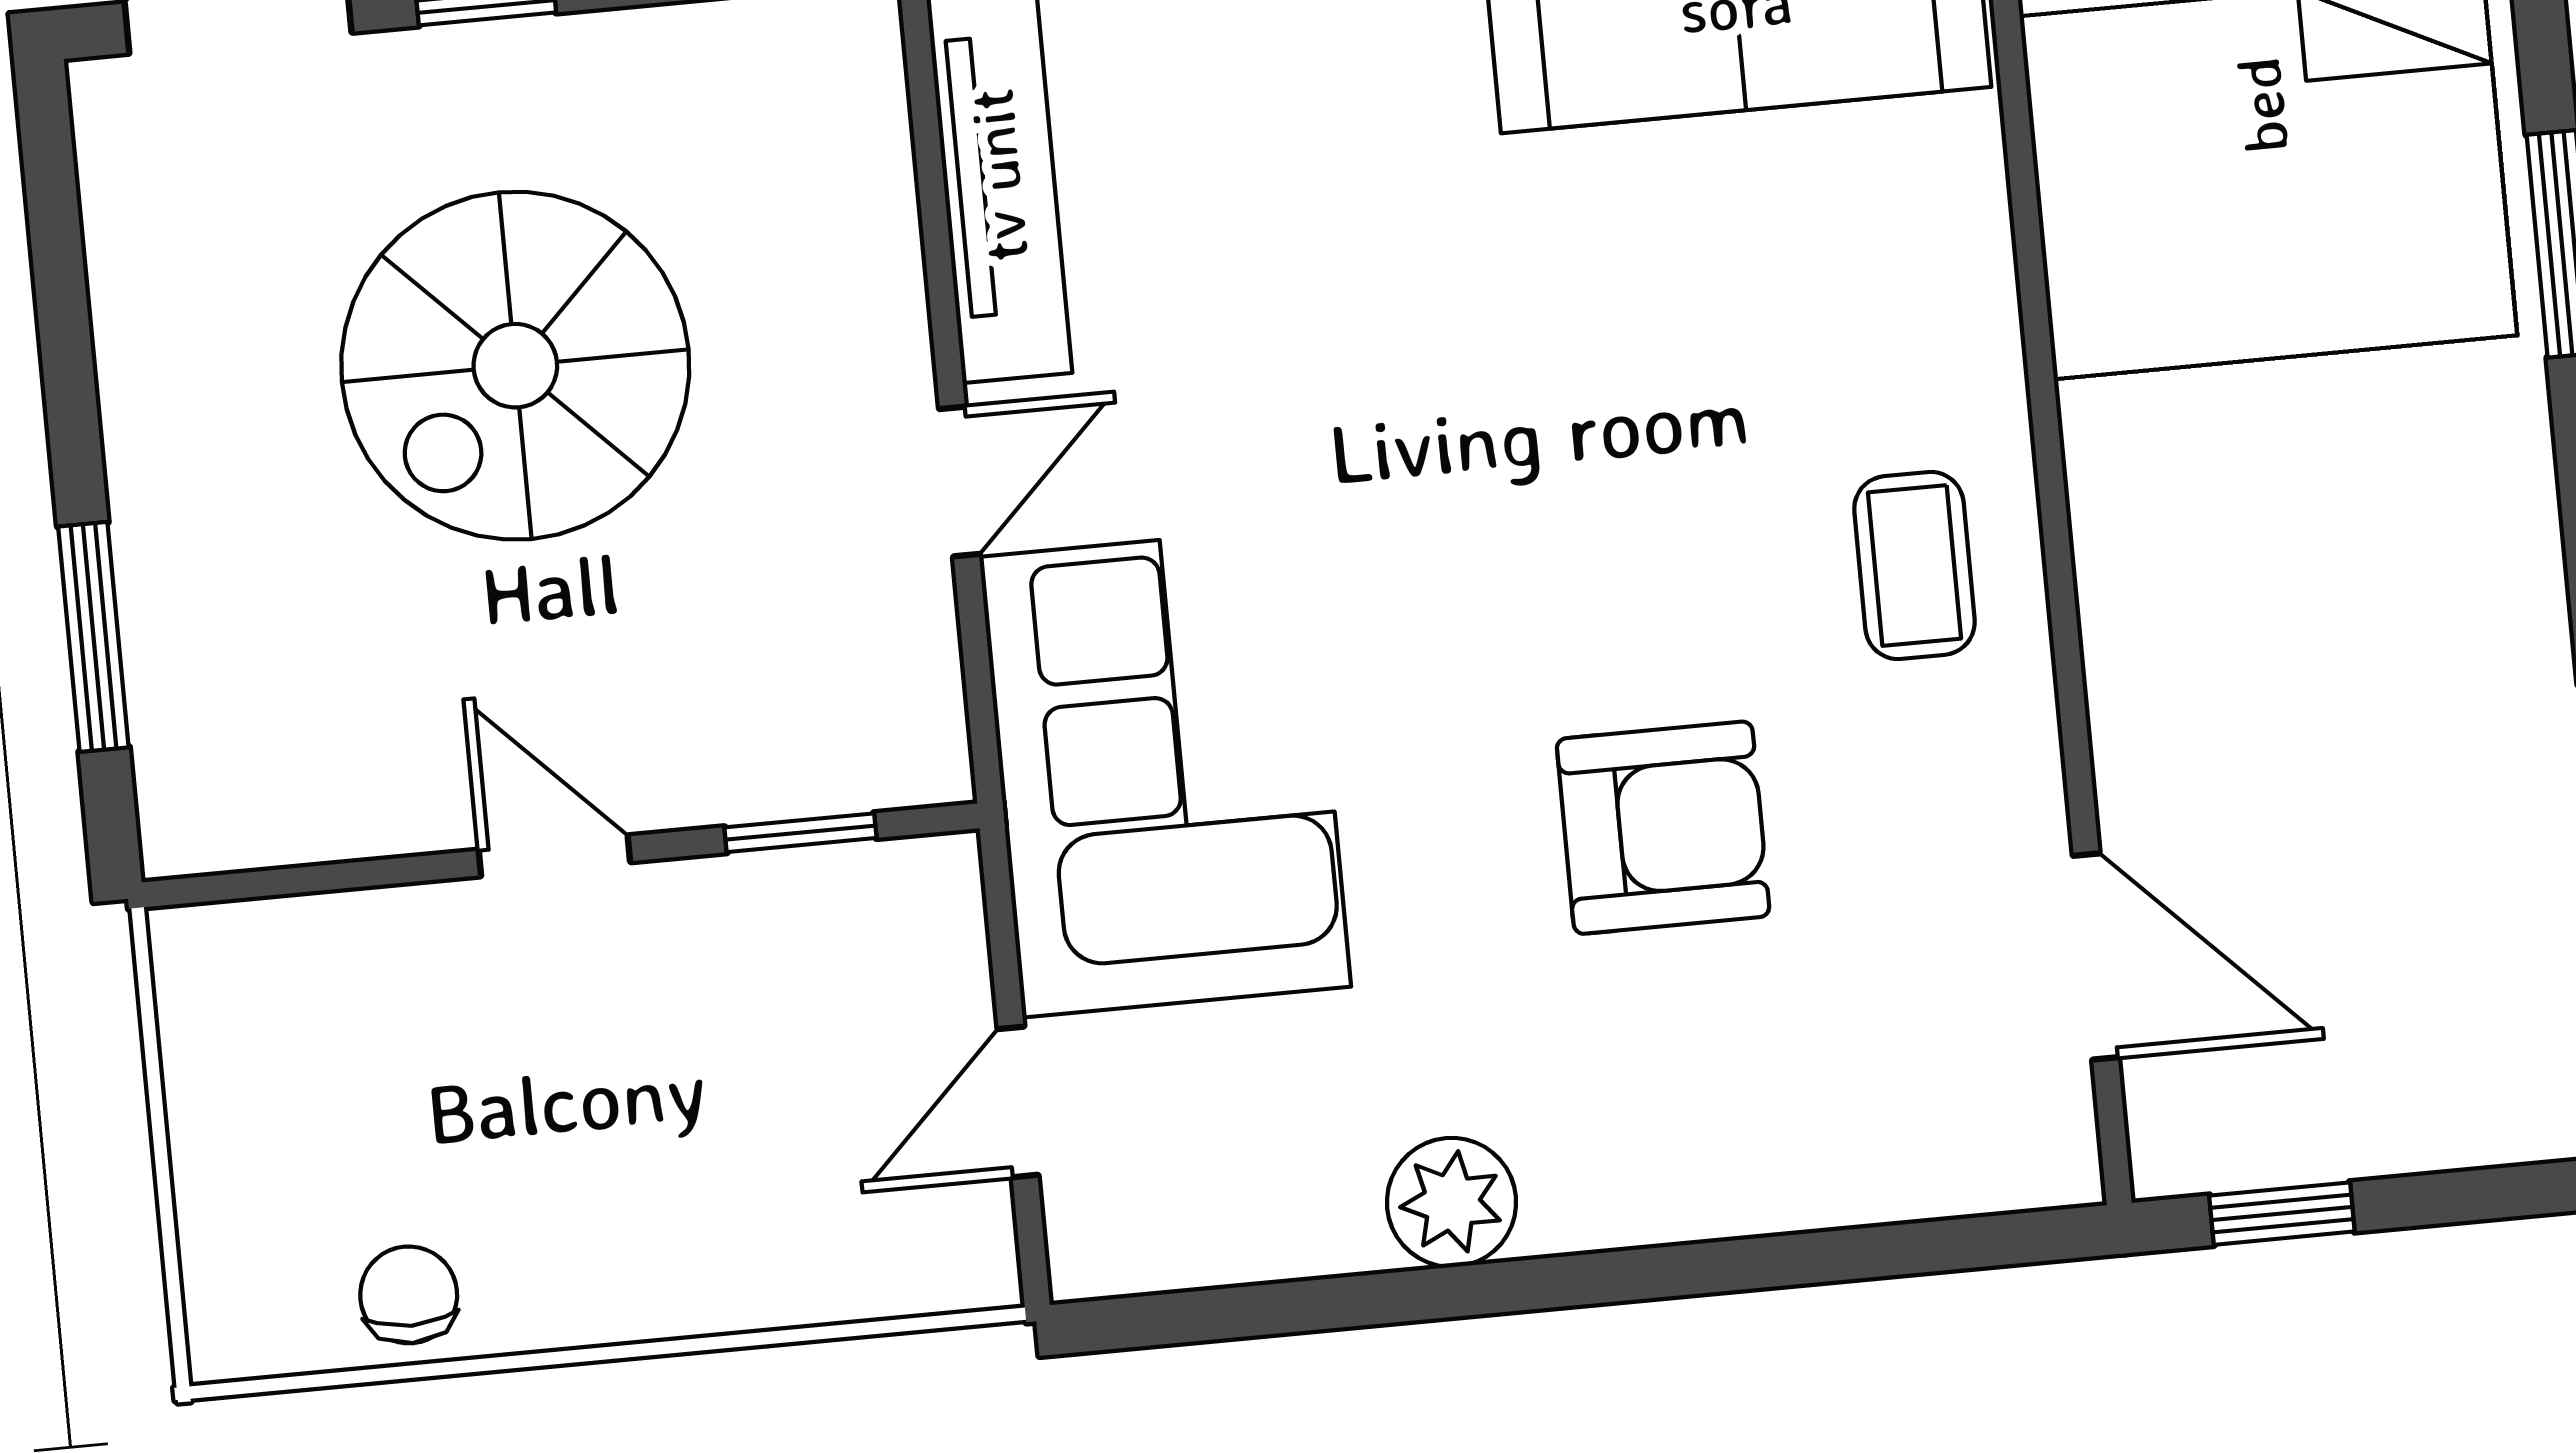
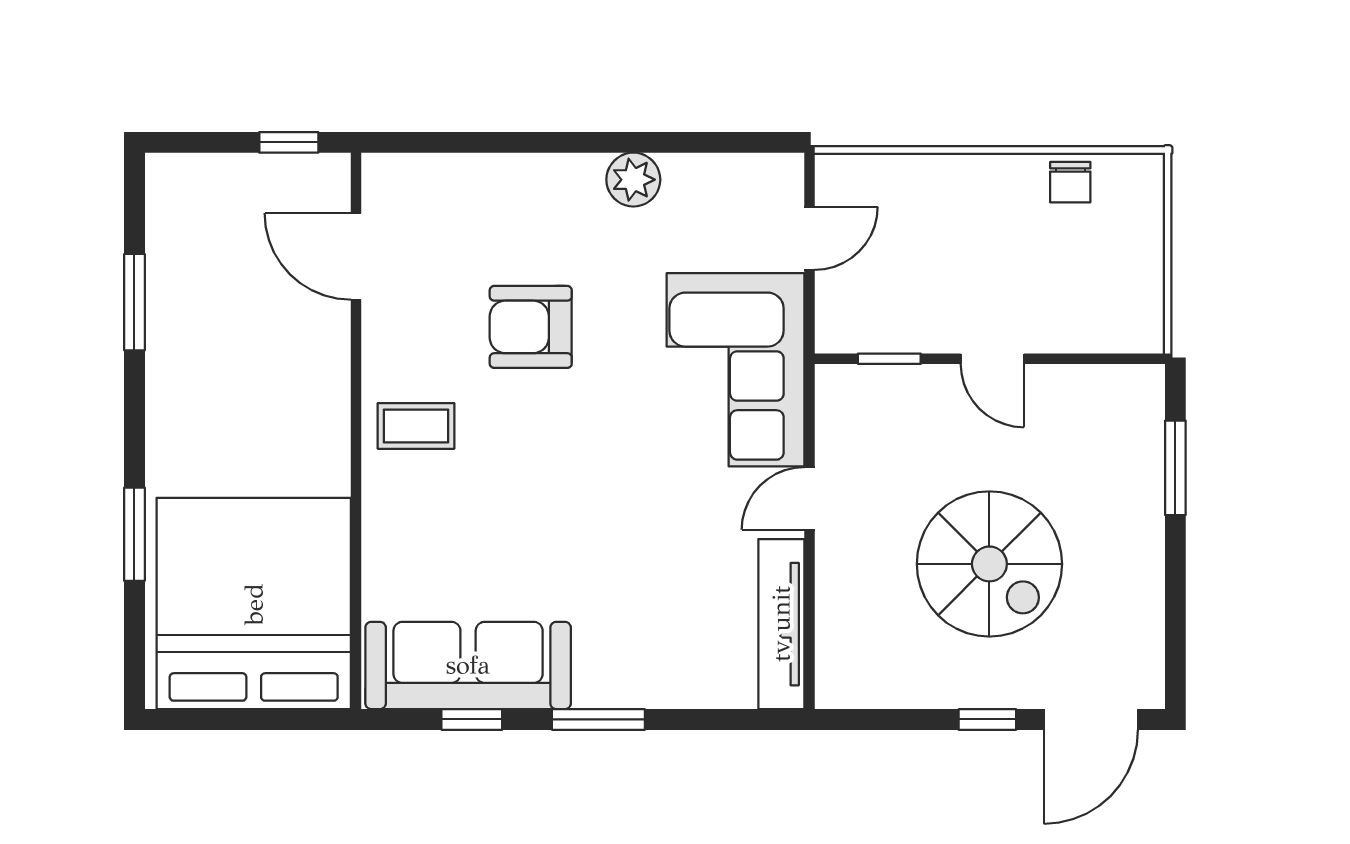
spiral stairs: (515, 366) -> (989, 564), turned 90
coffee table: (1914, 566) -> (416, 426), turned 90

